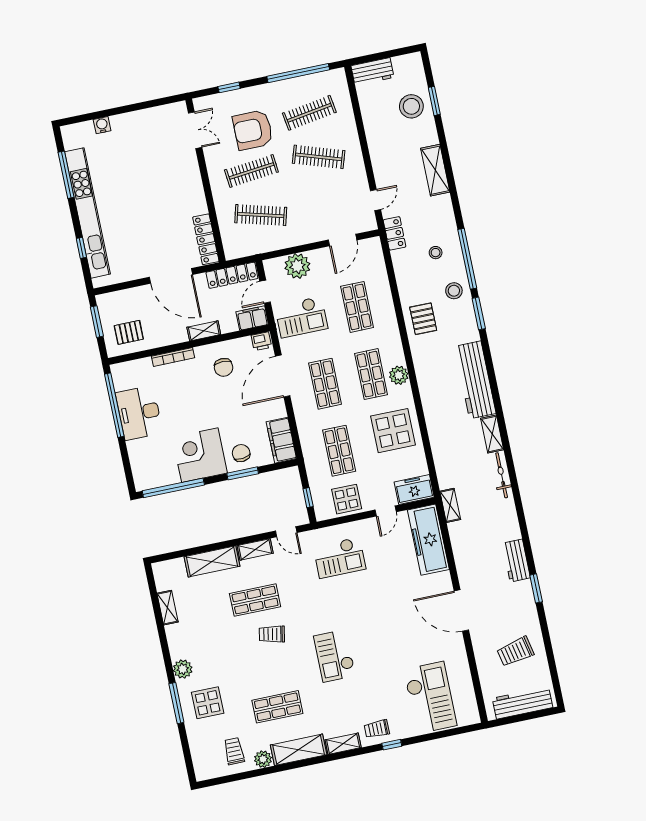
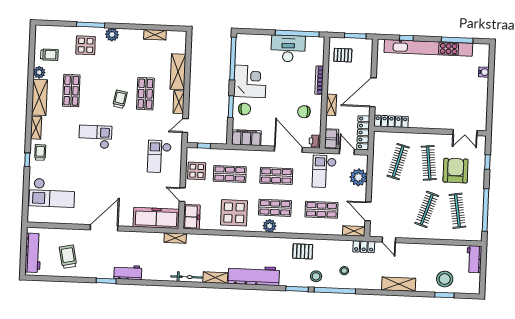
shelving: (376, 253) -> (354, 231), added
pallet: (129, 332) -> (343, 55), turned 90

